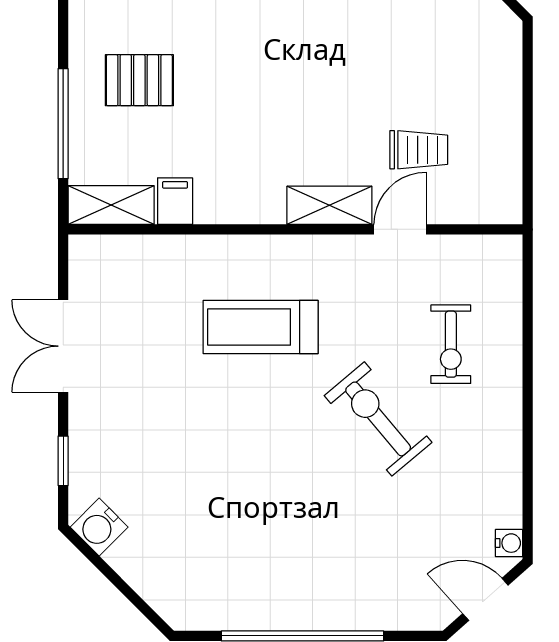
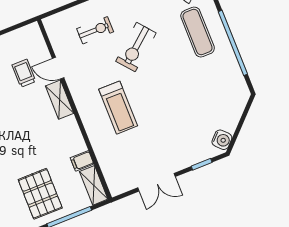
pallet: (139, 80) -> (40, 194), width x1.50, depth x1.42
exercise mat: (357, 568) -> (198, 32), added

